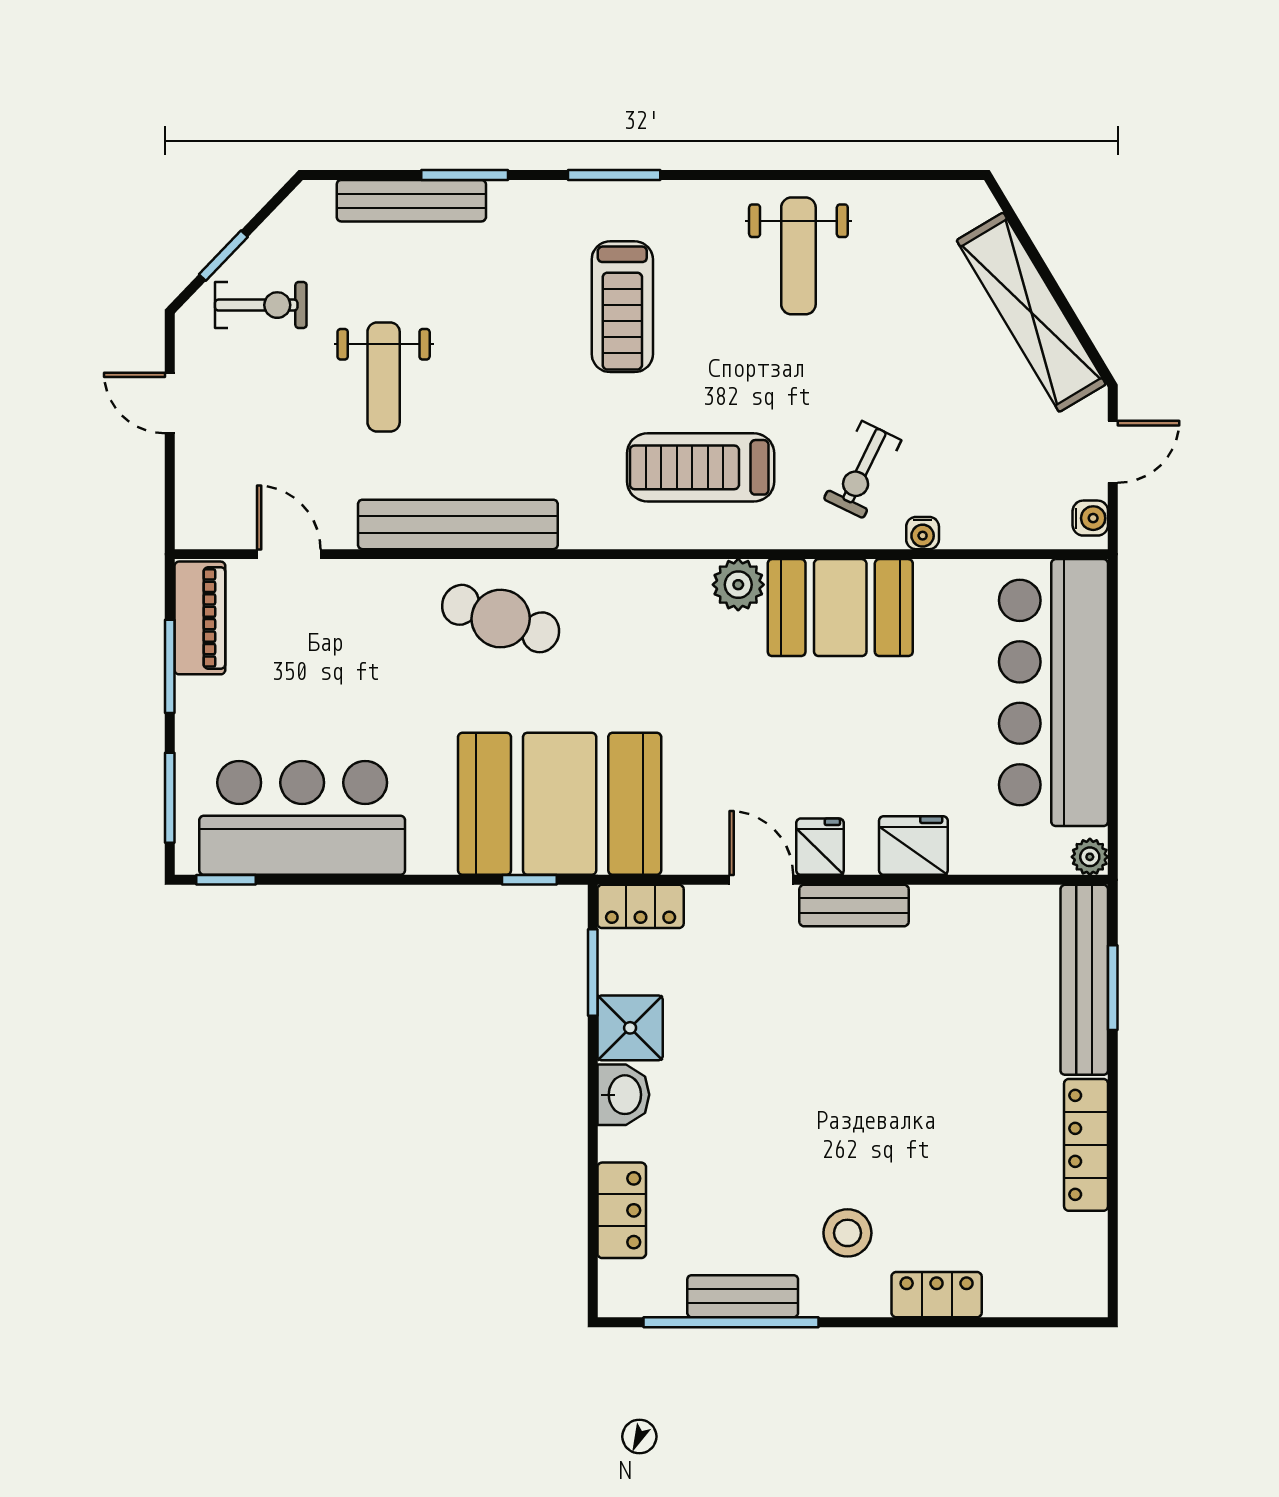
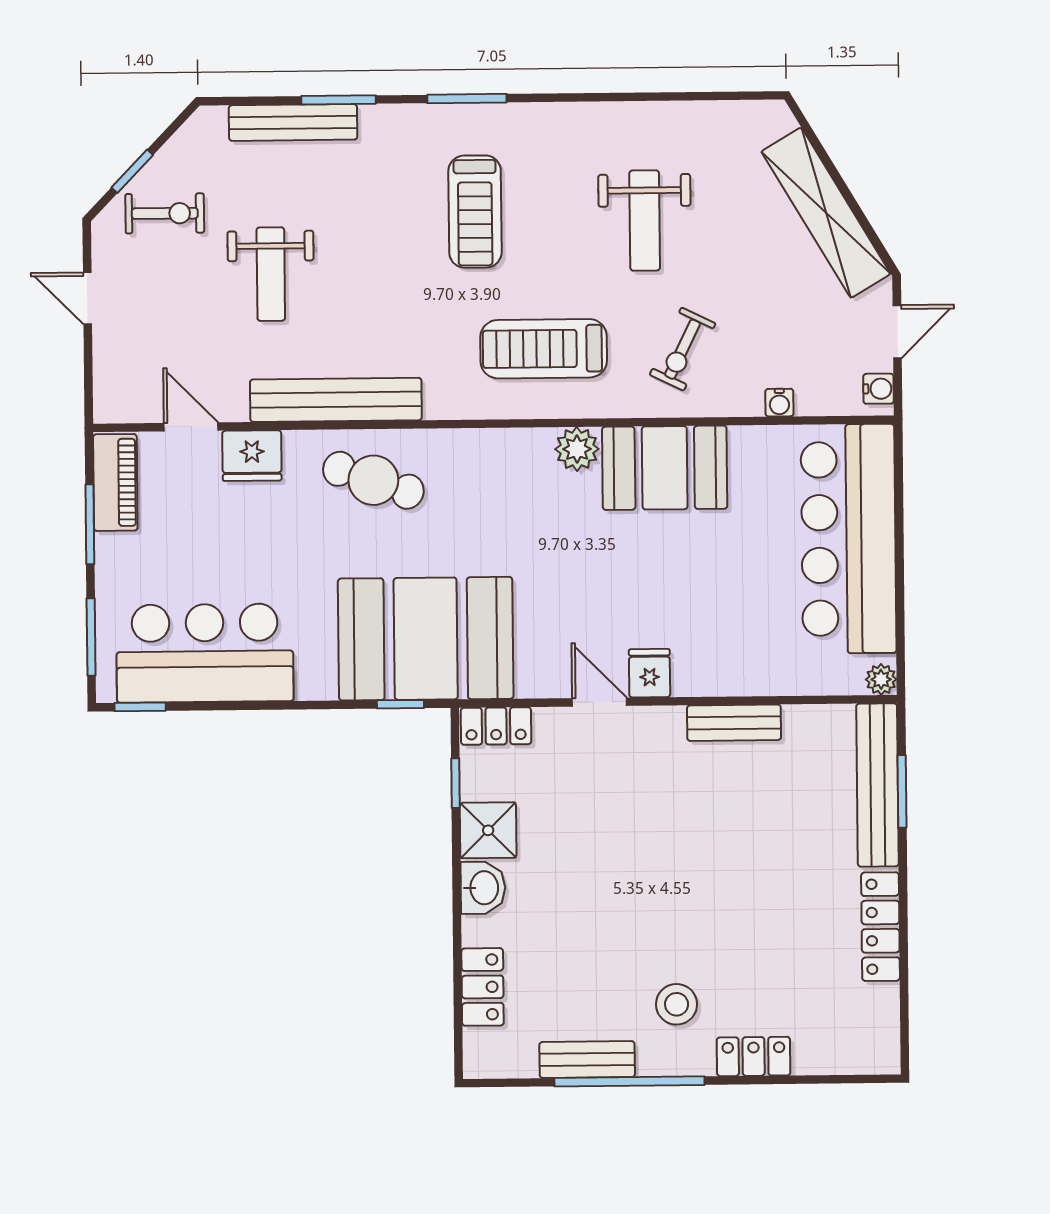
weight bench: (798, 256) -> (645, 220), moved
water cooler: (923, 533) -> (779, 403), moved
fridge: (913, 846) -> (252, 456), moved, turned 180
bench: (854, 905) -> (734, 723), moved
window: (593, 972) -> (456, 783), width x0.67
window: (731, 1322) -> (629, 1081), moved

